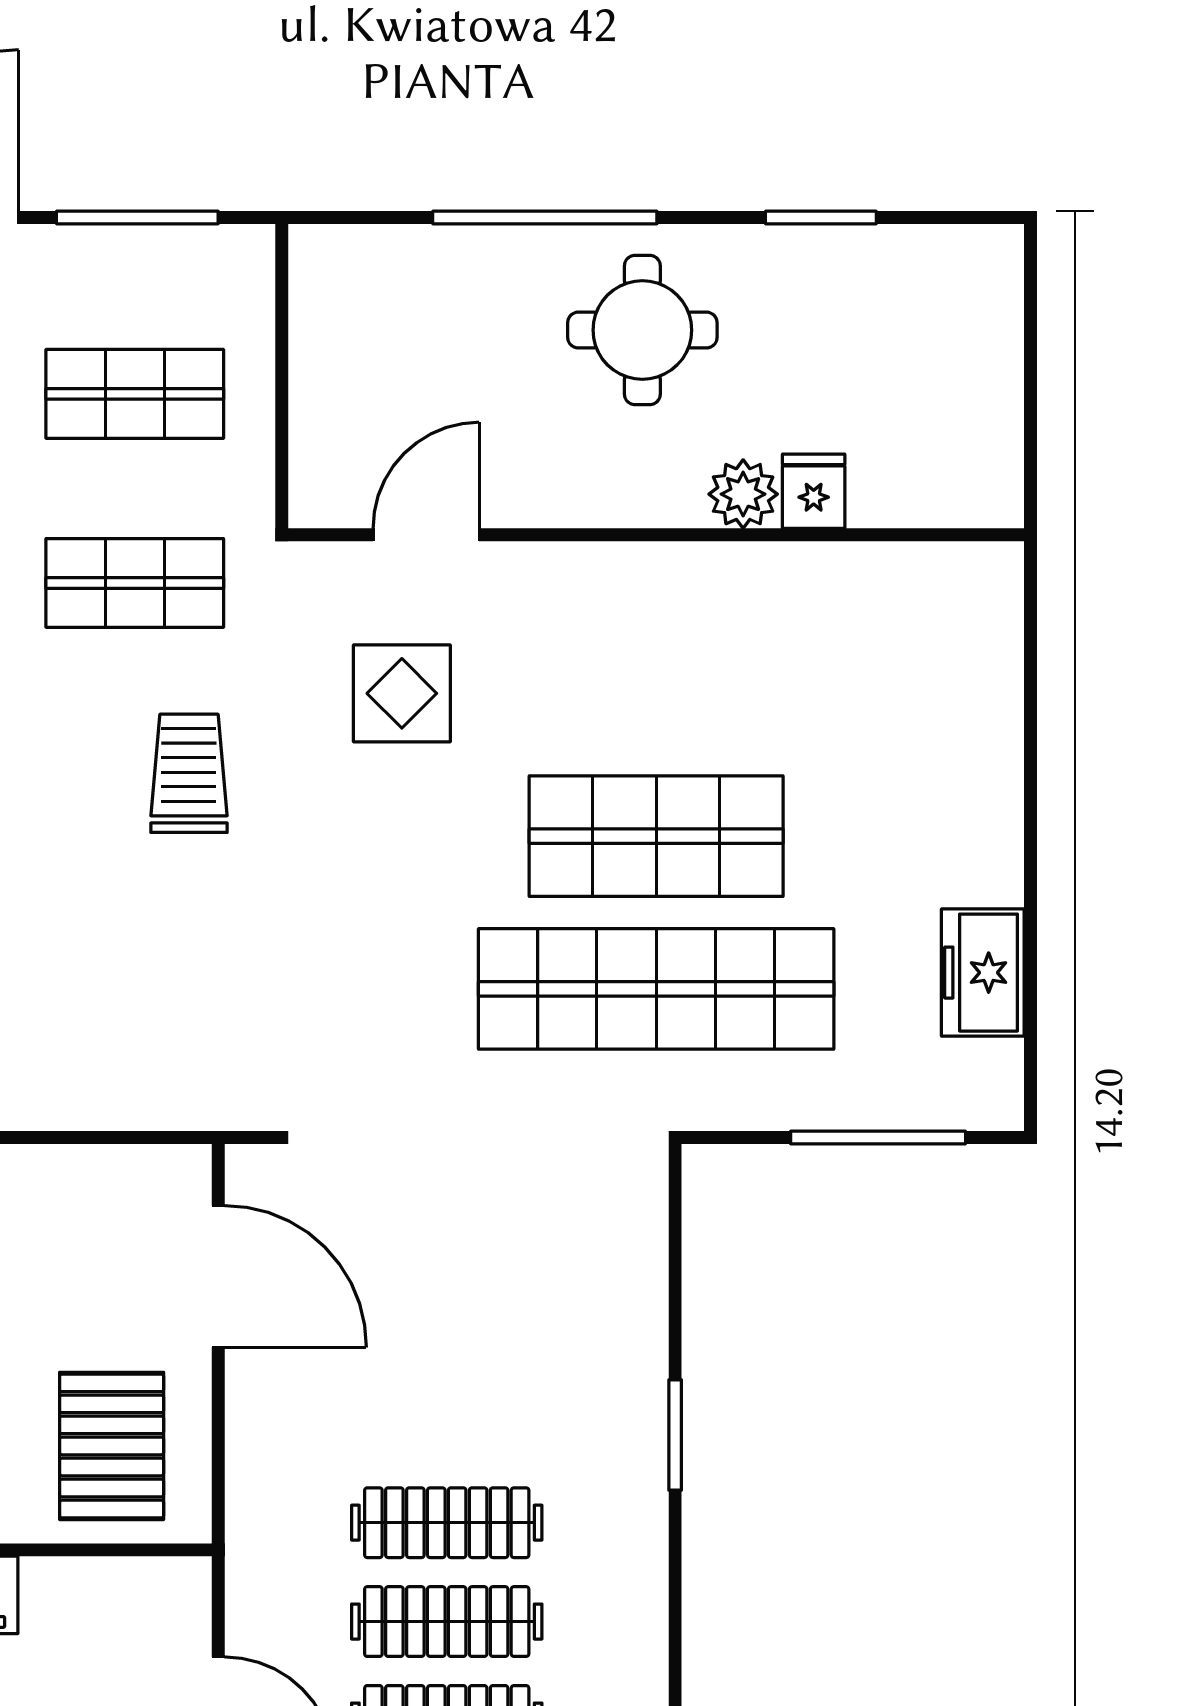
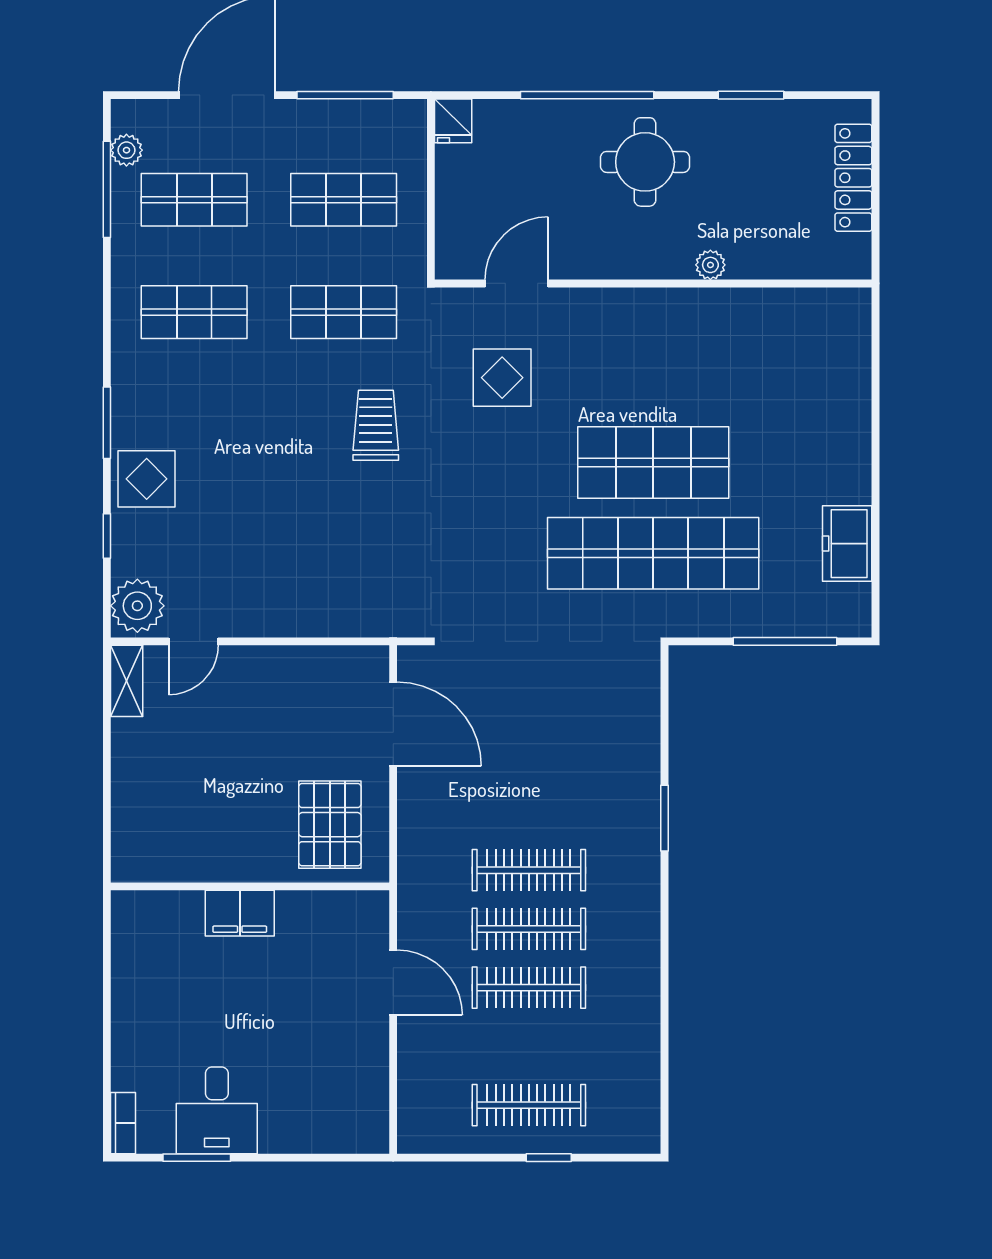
locker: (993, 357) -> (853, 178), added
fridge: (814, 491) -> (453, 121), moved, turned 180
plant: (743, 494) -> (710, 265), width x0.73, depth x0.73

